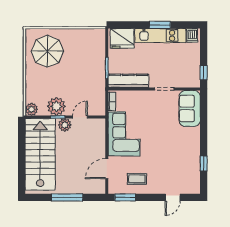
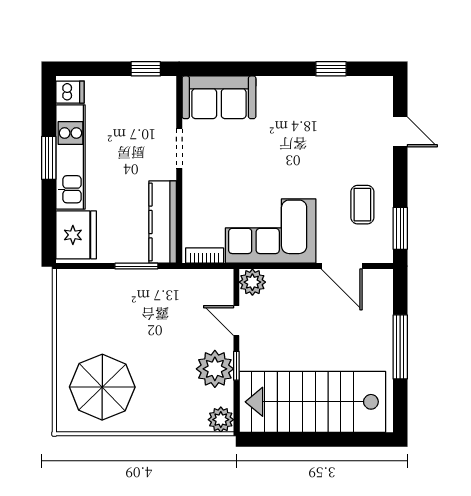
plant: (65, 125) -> (252, 282), moved

